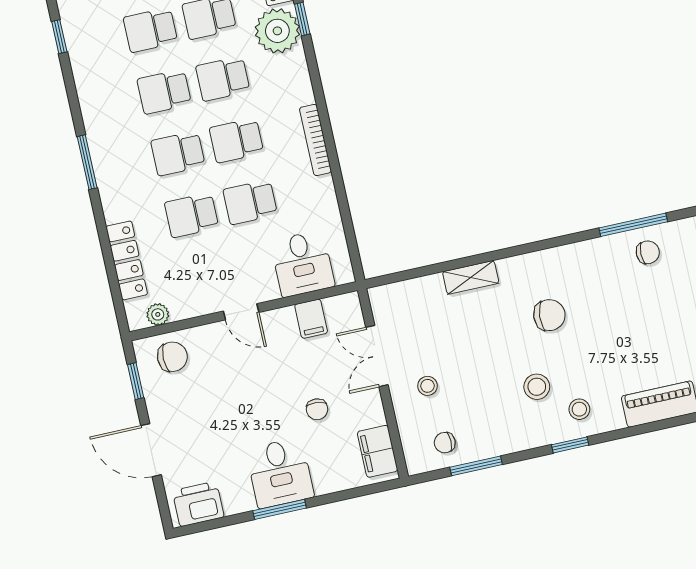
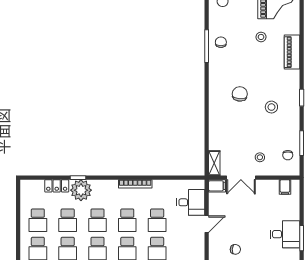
shelving: (471, 277) -> (214, 163), moved
door: (241, 312) -> (207, 224), moved
filing cabinet: (311, 319) -> (217, 186), moved
chair: (317, 409) -> (235, 249), moved
stool: (579, 409) -> (261, 37), moved
filing cabinet: (377, 451) -> (285, 187), width x0.50

